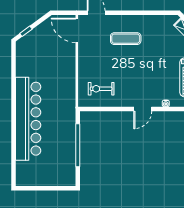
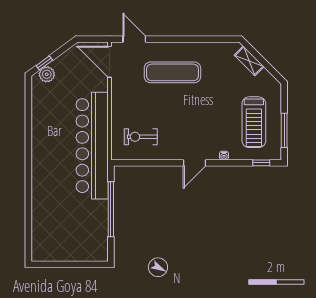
exercise mat: (126, 39) -> (172, 72), width x1.36, depth x1.45
plant: (28, 40) -> (47, 74), added
bar counter: (28, 119) -> (92, 146), moved, turned 180

